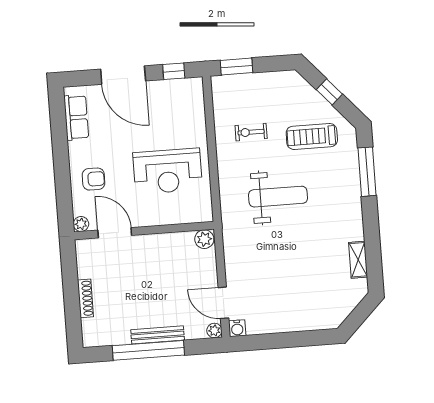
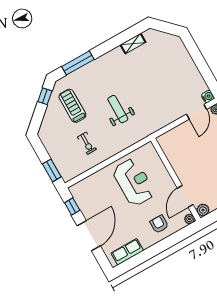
window: (329, 92) -> (45, 96), moved
treadmill: (312, 136) -> (72, 106), turned 180
weight bench: (278, 197) -> (118, 109), width x0.73, depth x0.75
plant: (204, 239) -> (203, 210), moved

